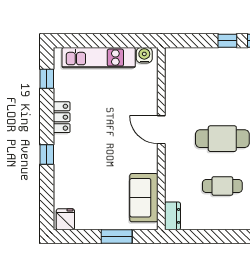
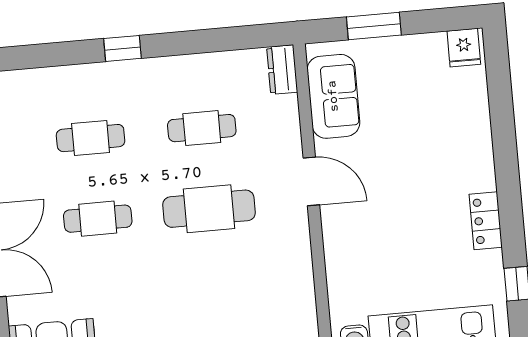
door: (161, 130) -> (311, 181), moved
window: (47, 155) -> (505, 155), removed

